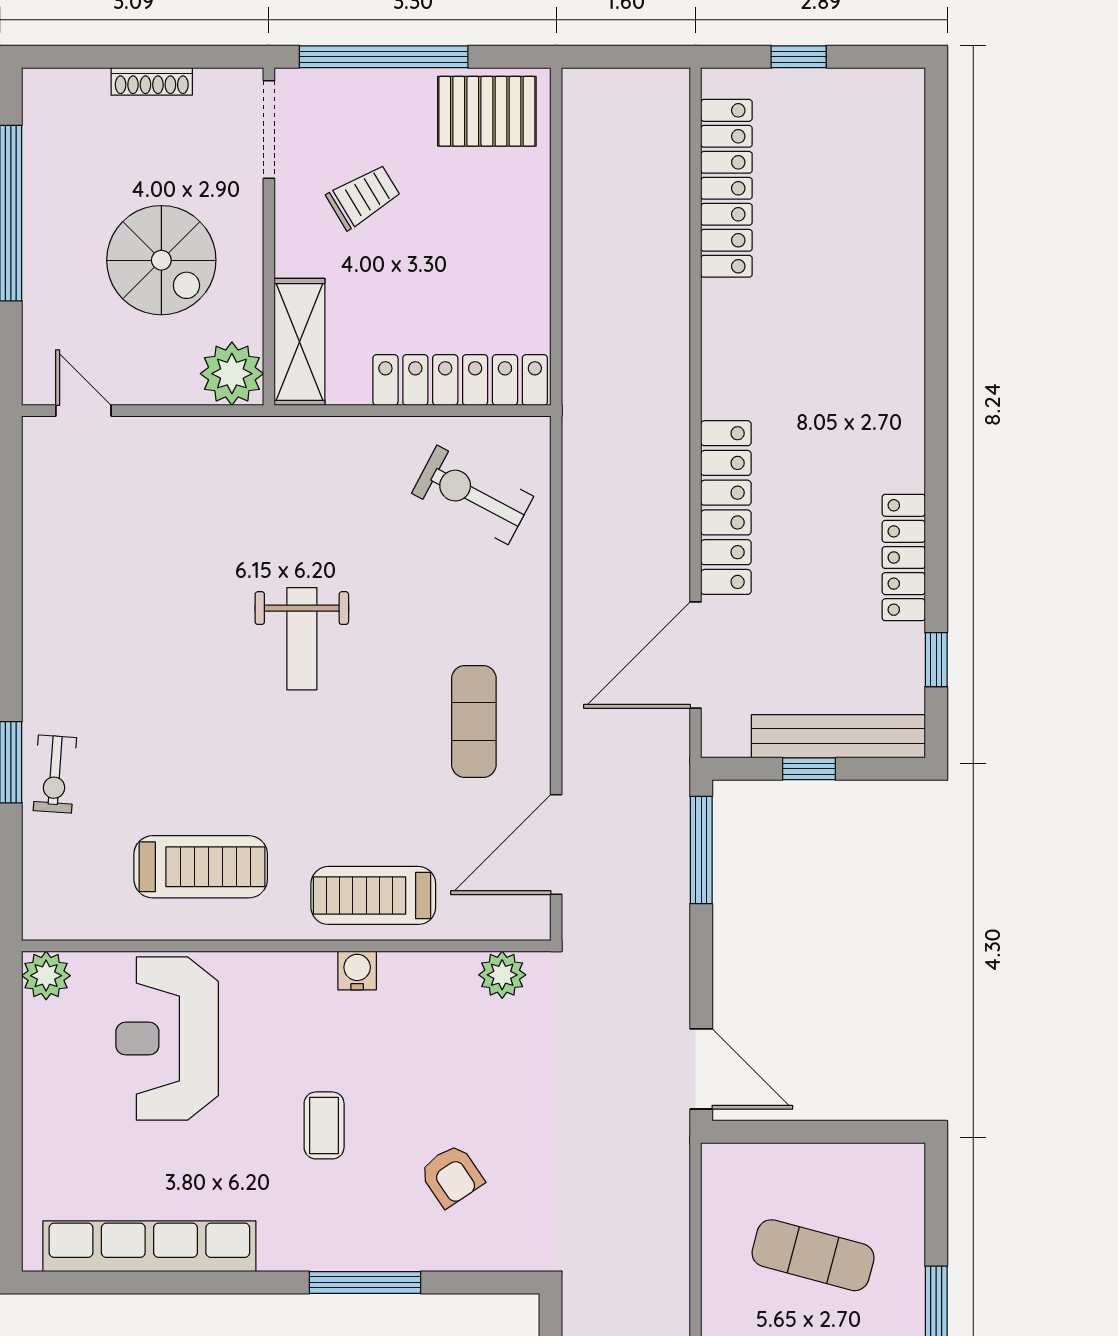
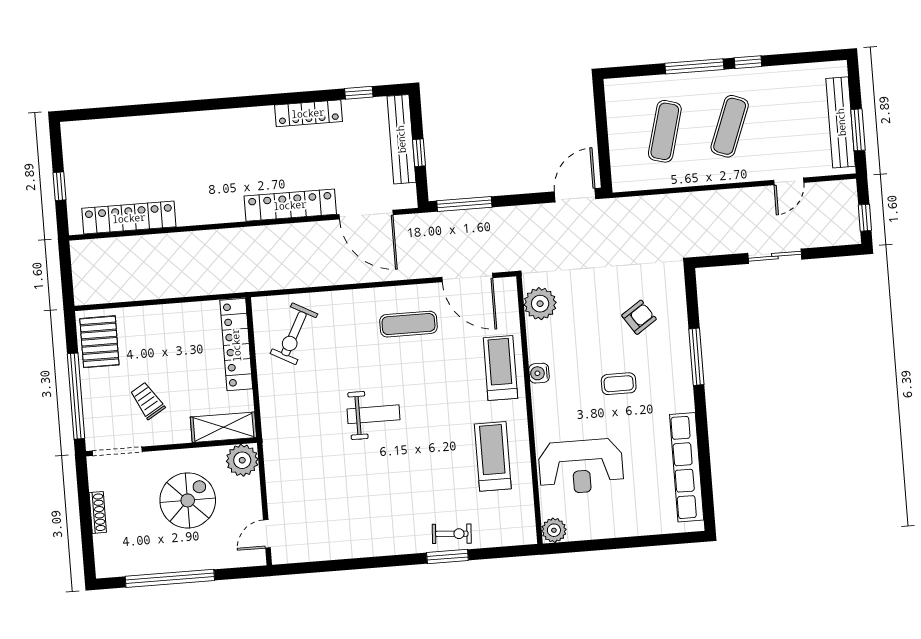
treadmill: (373, 895) -> (500, 368), turned 180
plant: (502, 975) -> (540, 304), width x1.36, depth x1.36

